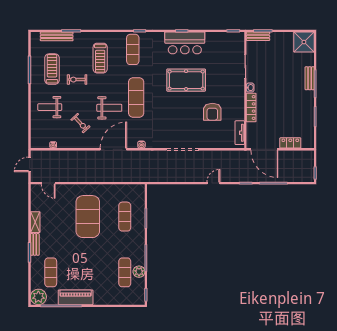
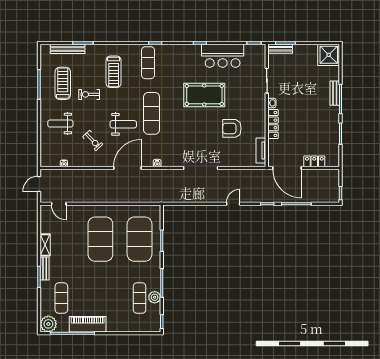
bar counter: (185, 43) -> (223, 56), moved
armchair: (212, 112) -> (232, 128), turned 90
exercise mat: (125, 217) -> (140, 239), width x2.00, depth x1.45

